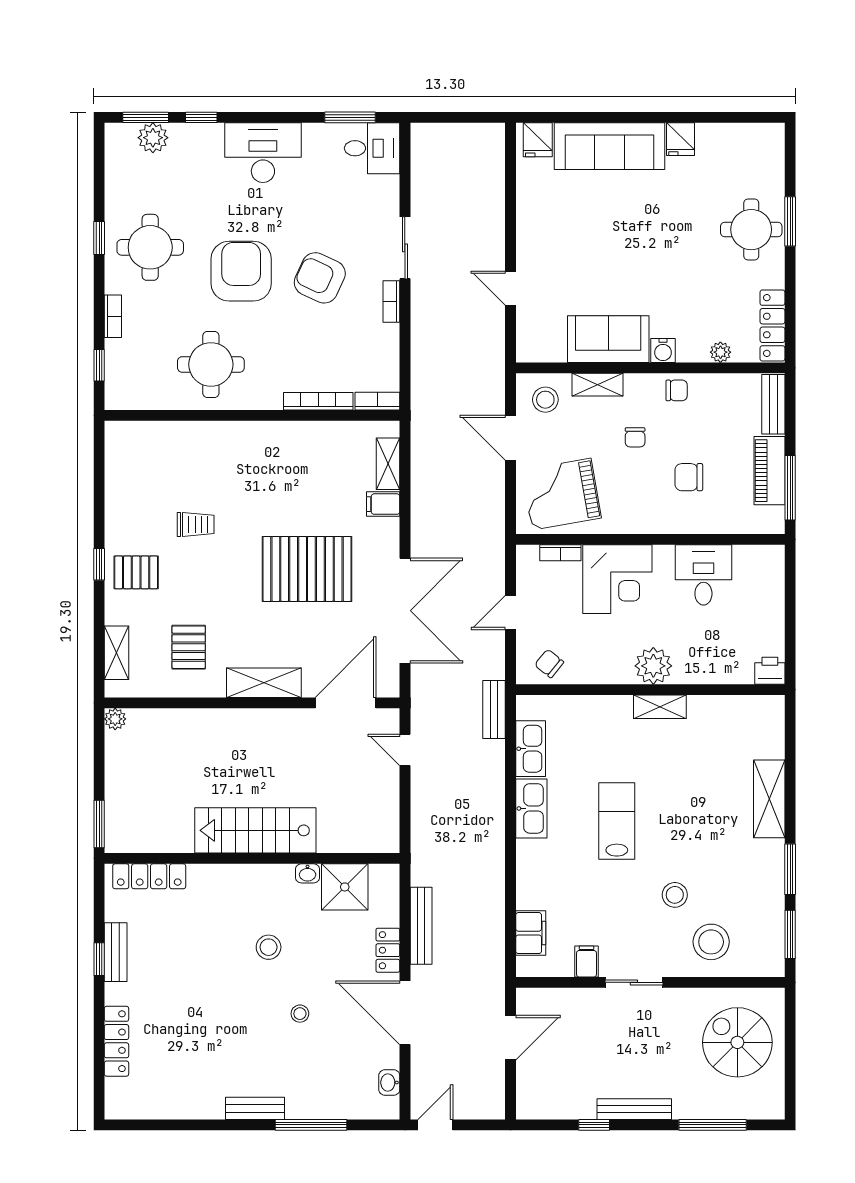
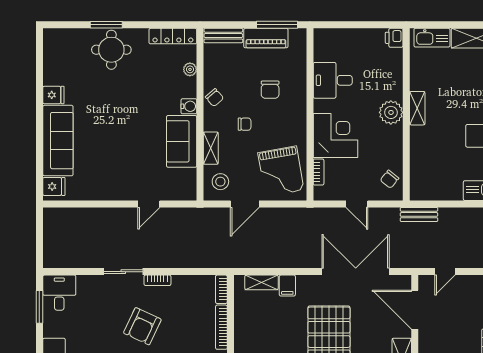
chair: (677, 390) -> (214, 98), turned 139
kitchen sink: (531, 749) -> (432, 38), moved, turned 180

